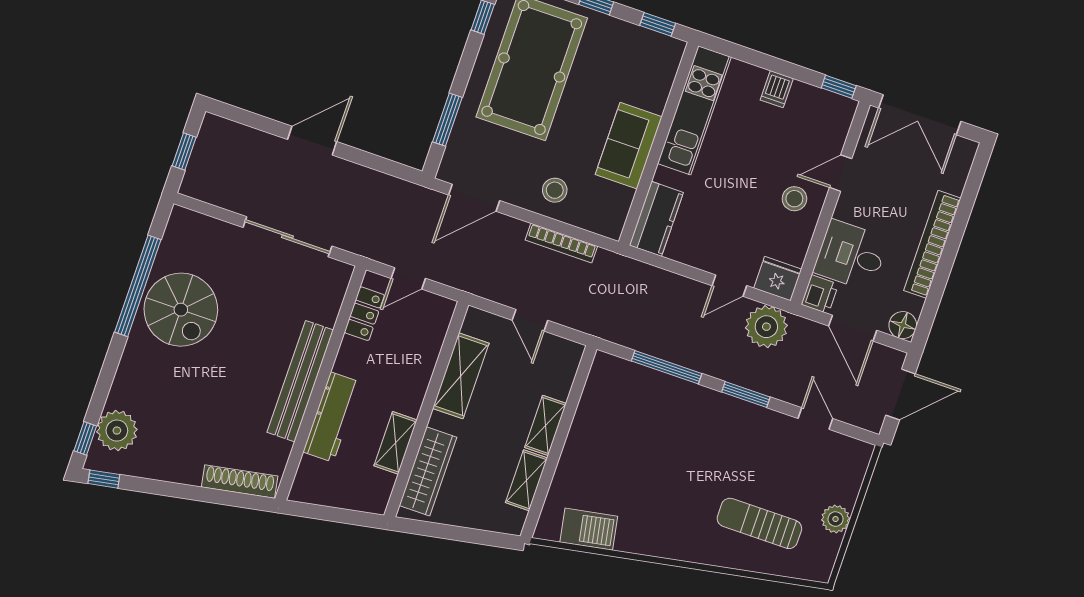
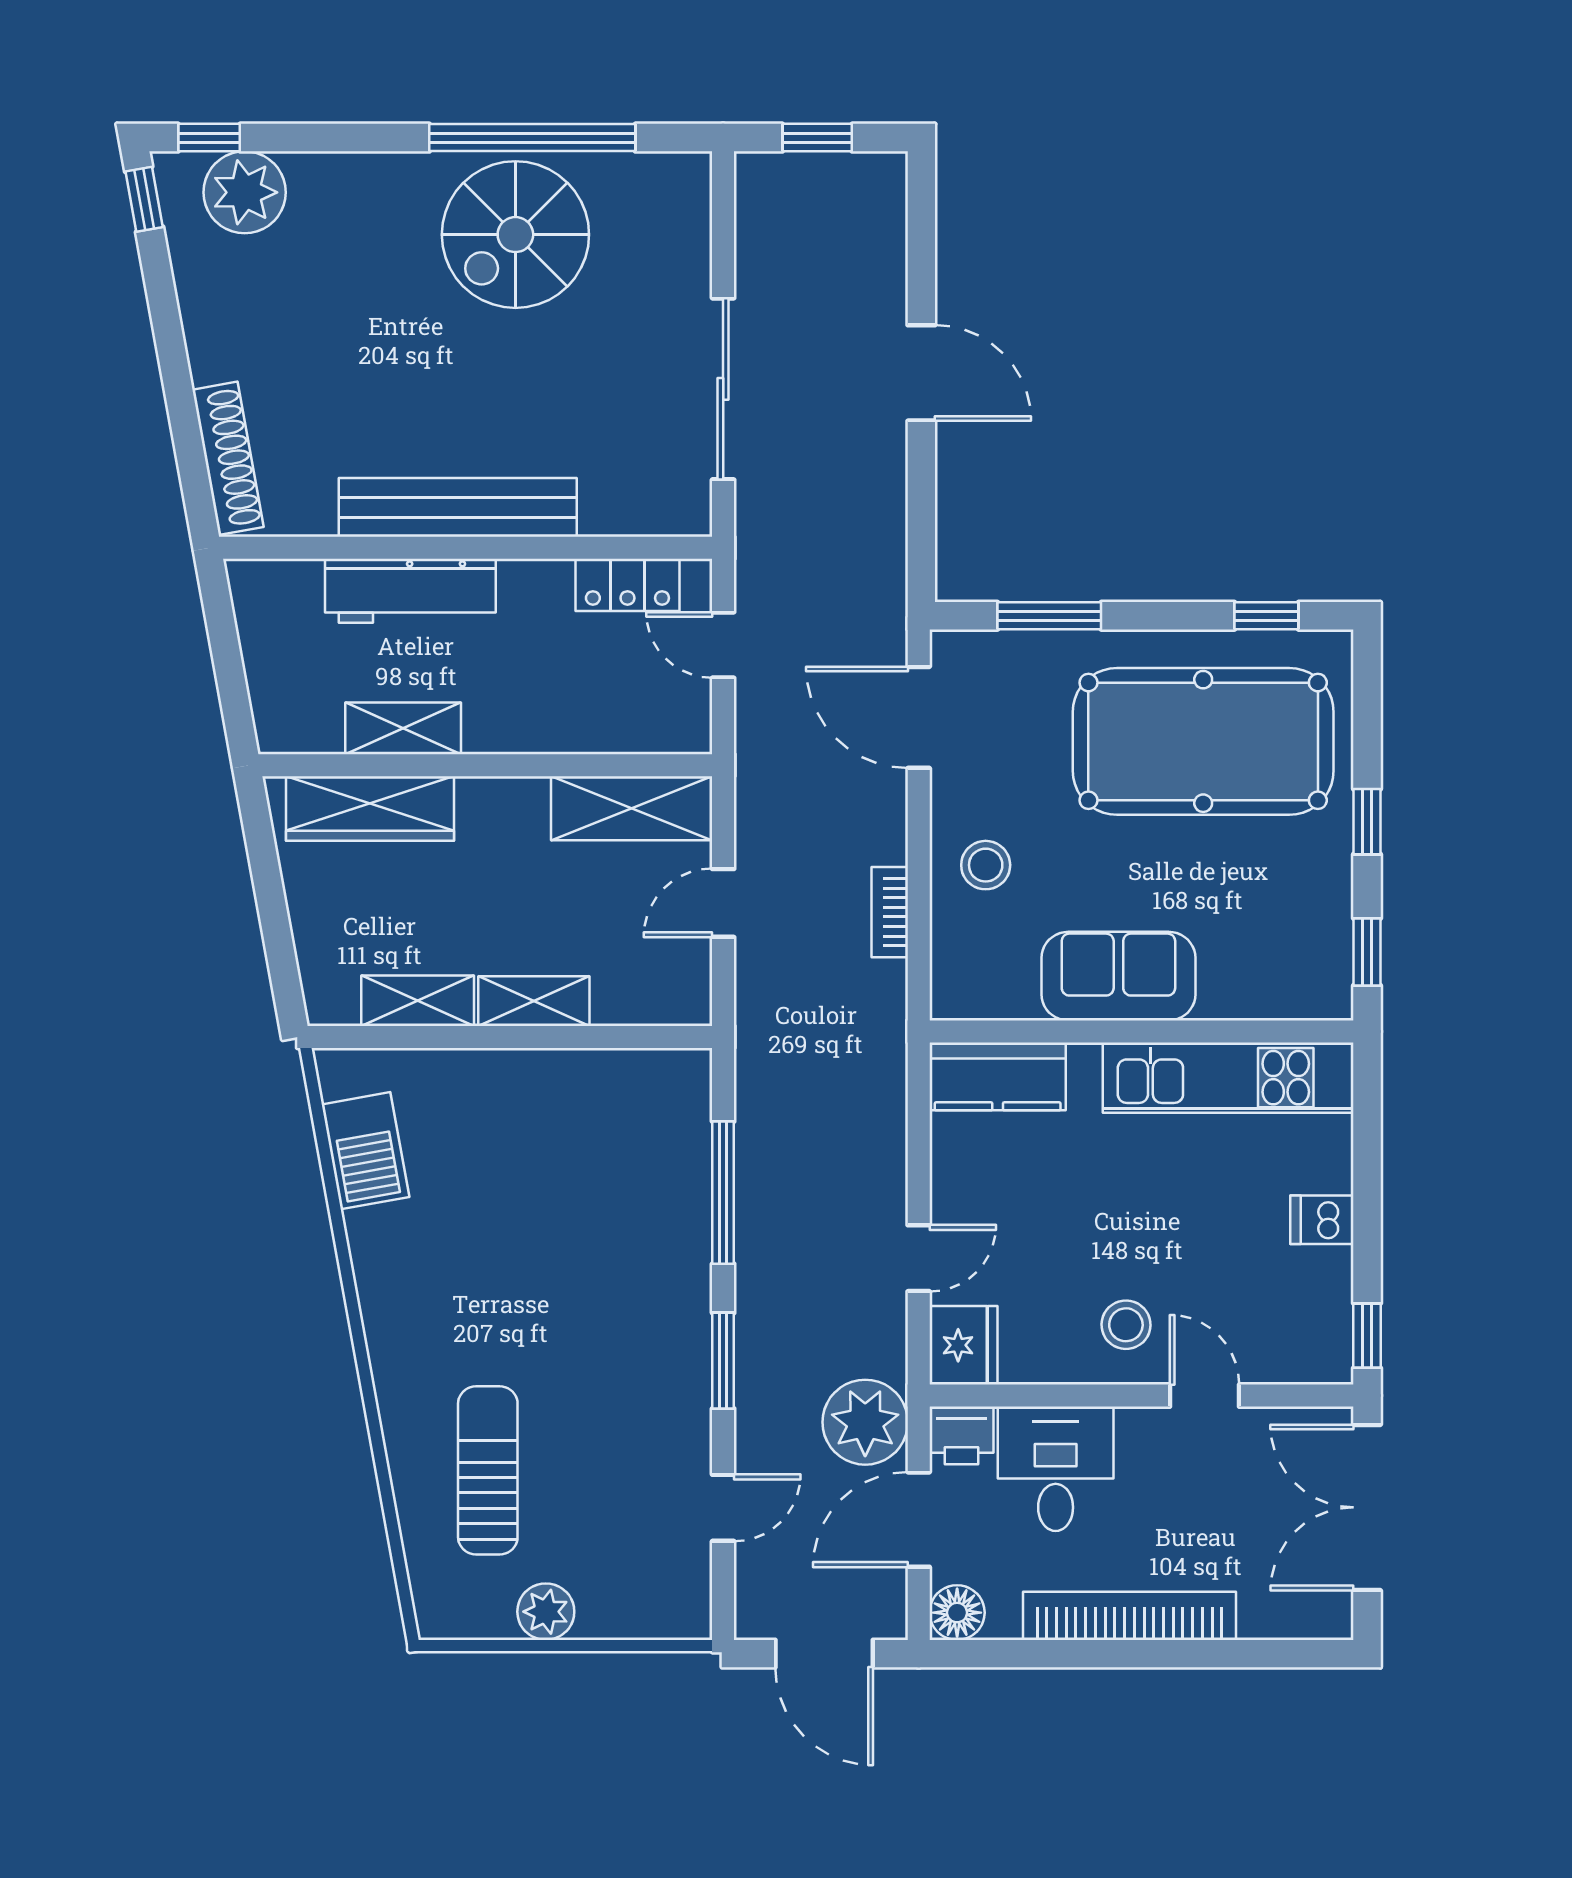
bookcase: (561, 243) -> (890, 912), width x0.64
door: (729, 286) -> (919, 1258), swing flipped
plant: (766, 327) -> (865, 1422), moved
shelving: (461, 376) -> (632, 808), moved

